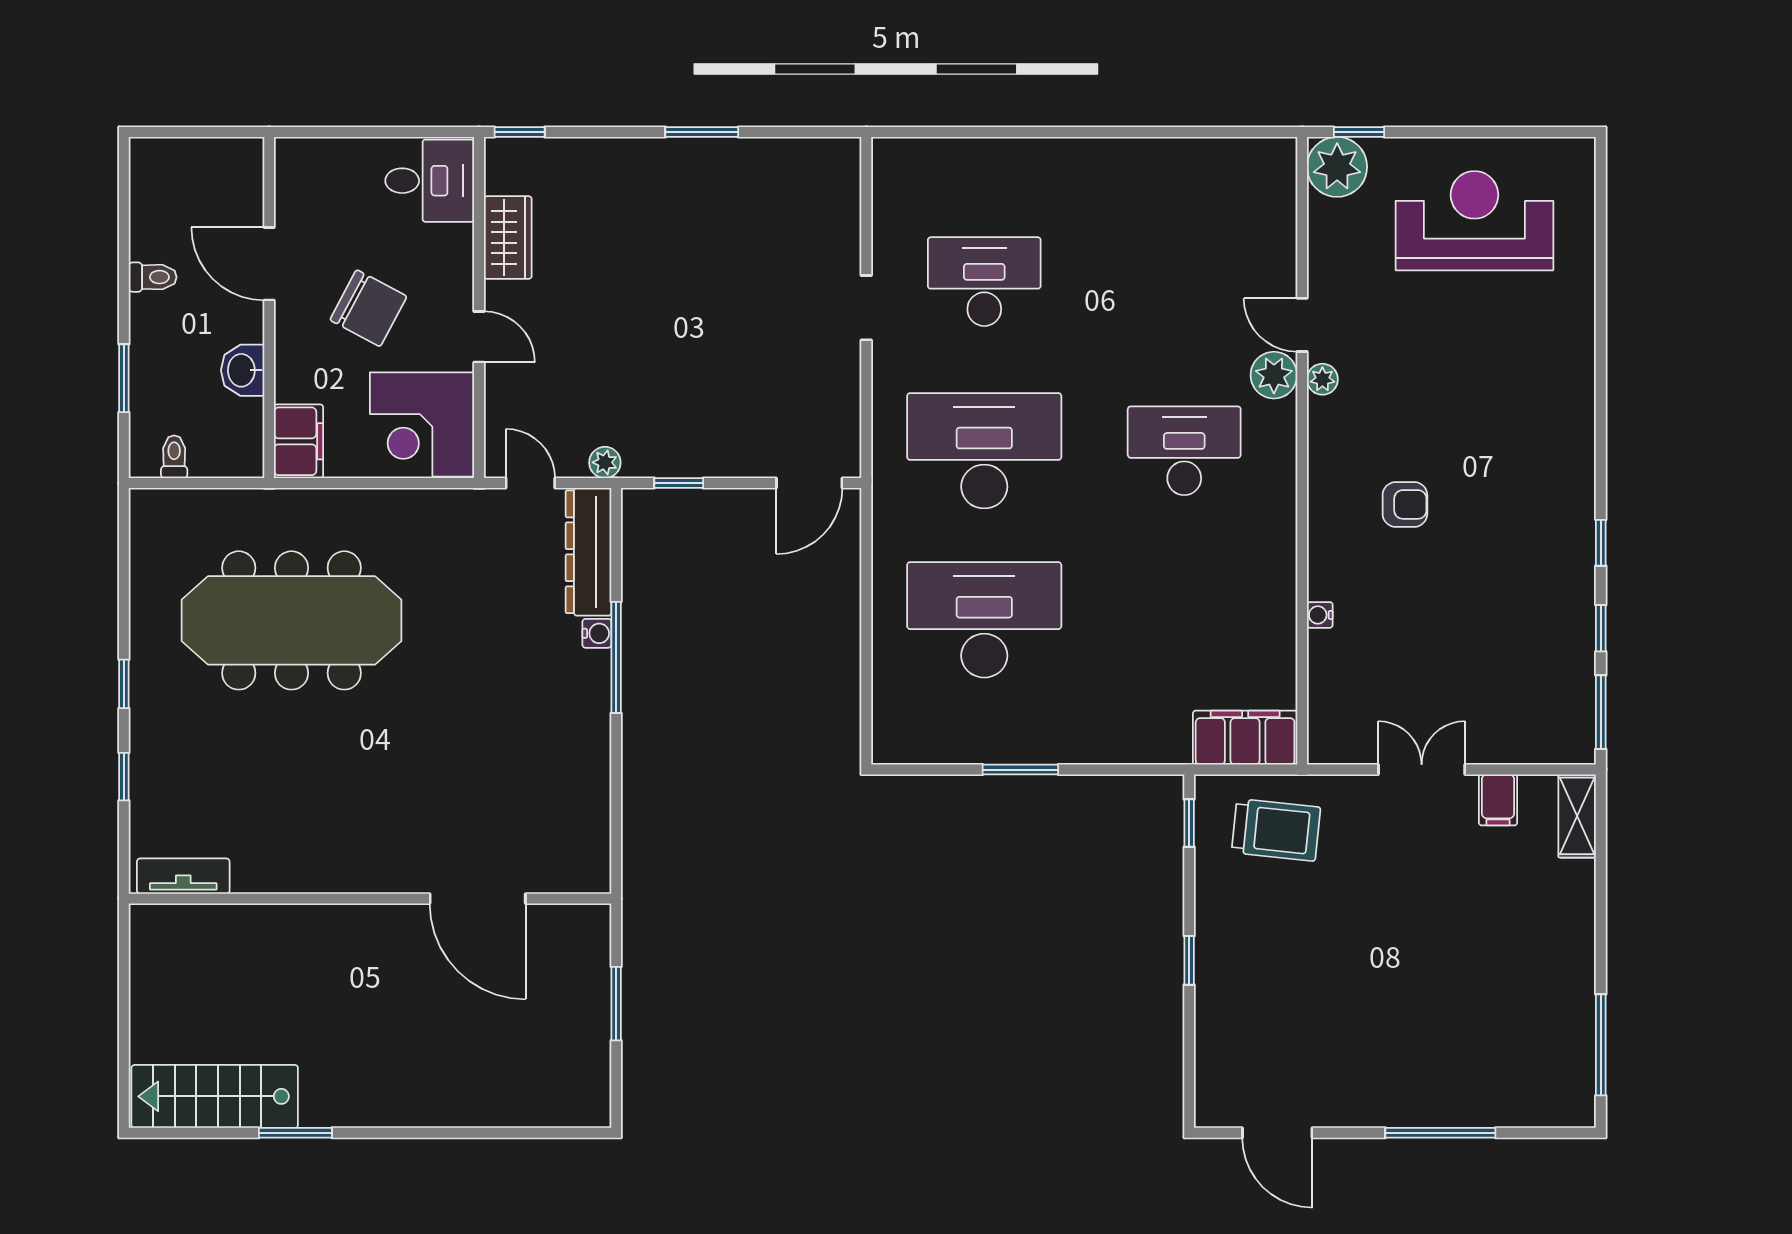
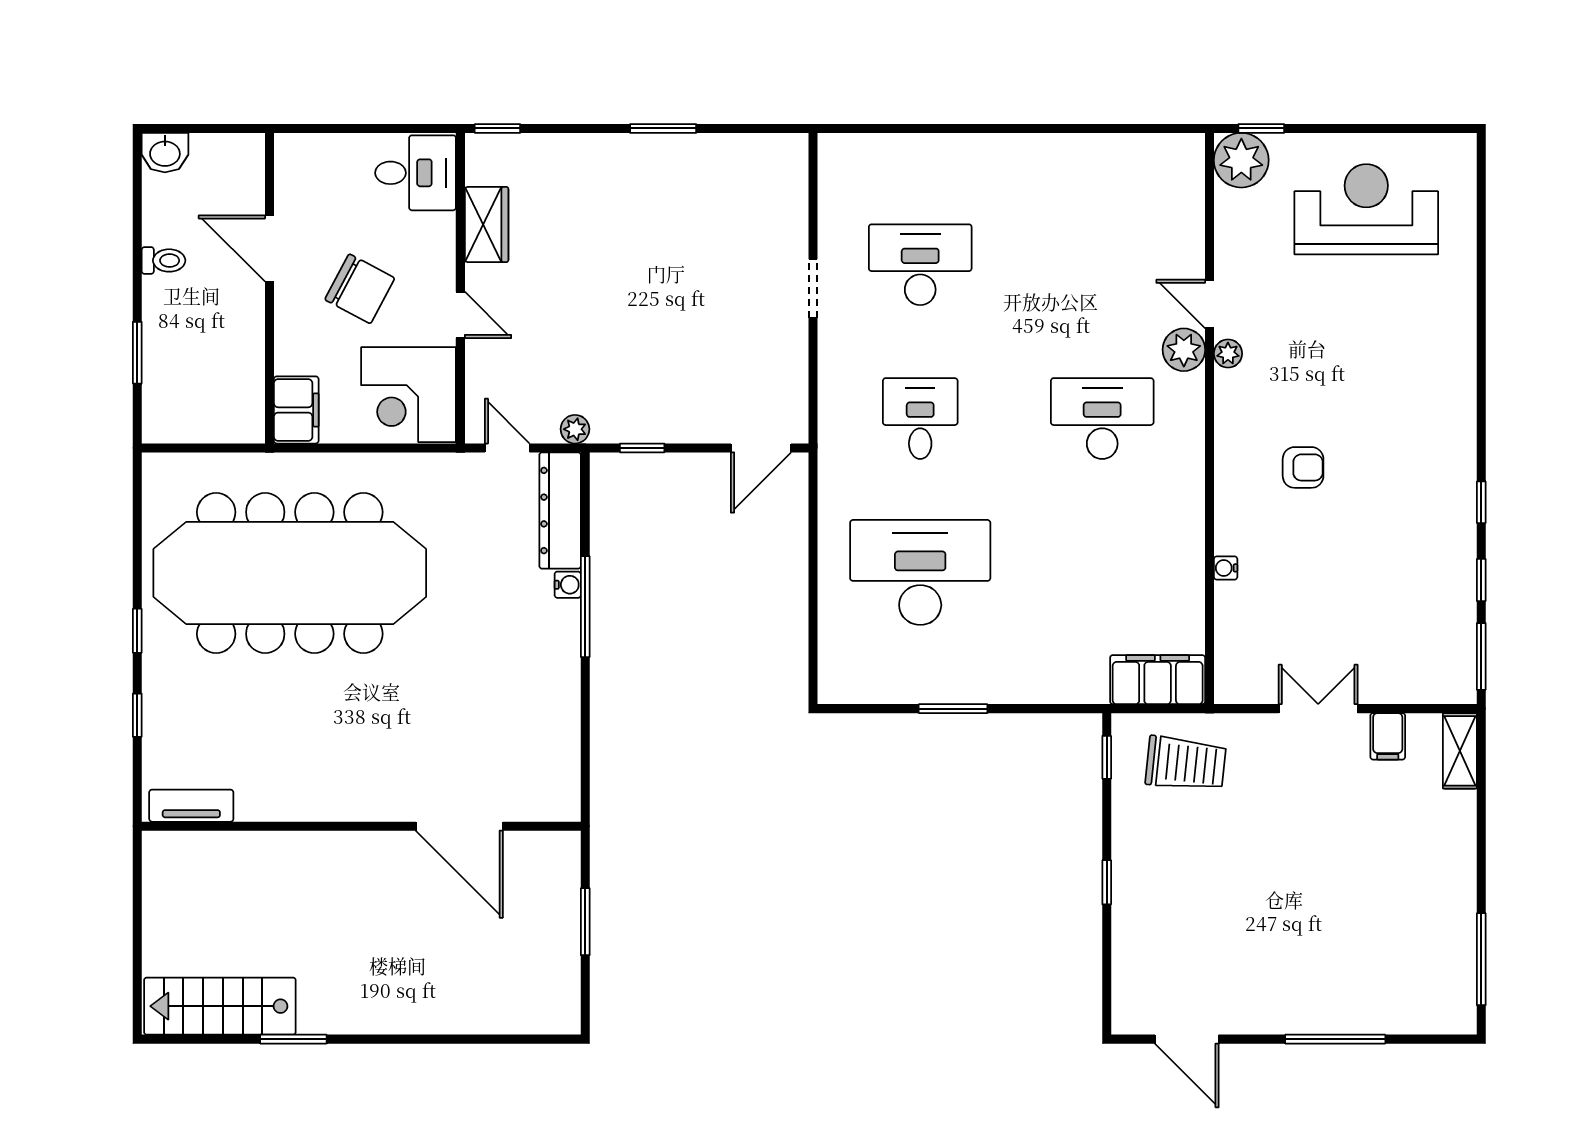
washbasin: (243, 370) -> (165, 153), moved, turned -90
desk: (984, 451) -> (920, 419), width x0.53, depth x0.77
toilet: (174, 457) -> (183, 424), removed
meeting table: (291, 620) -> (290, 573), width x1.36, depth x1.27

